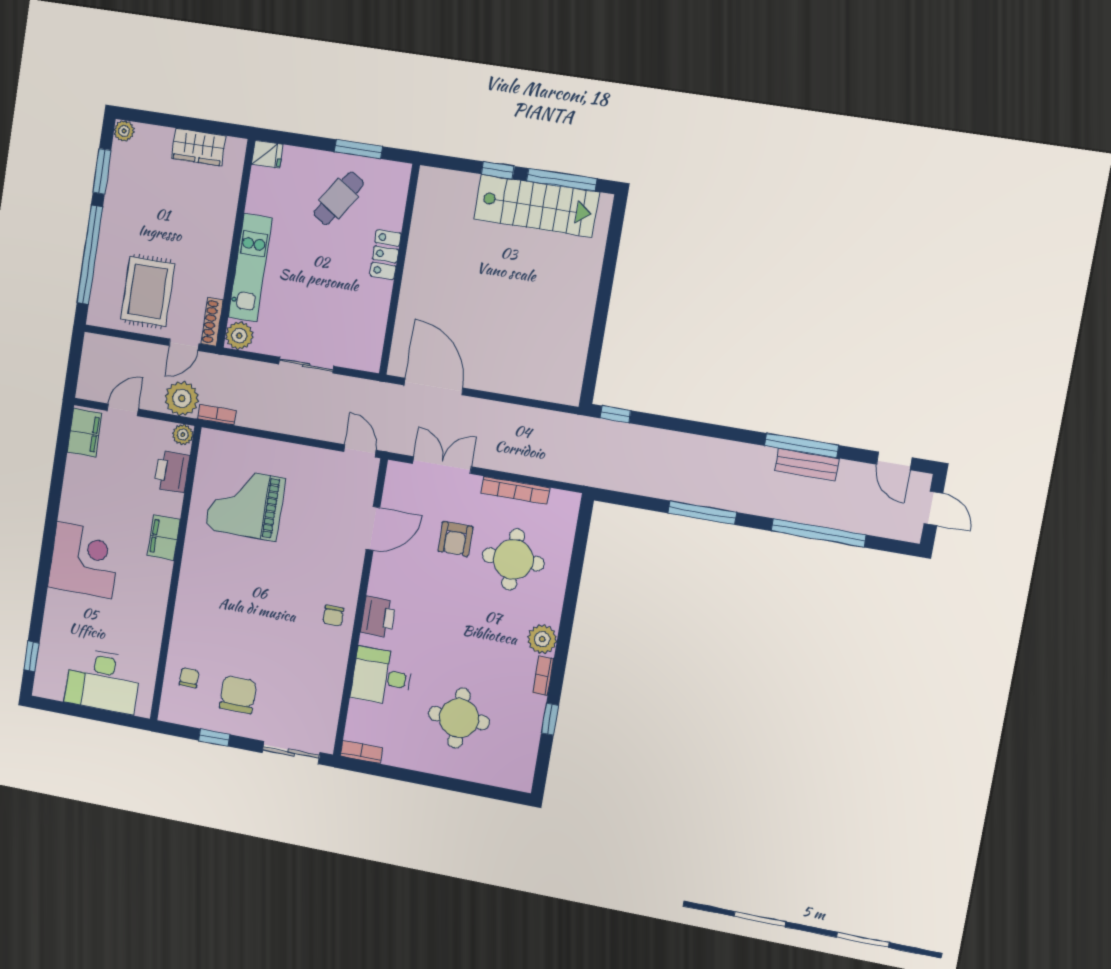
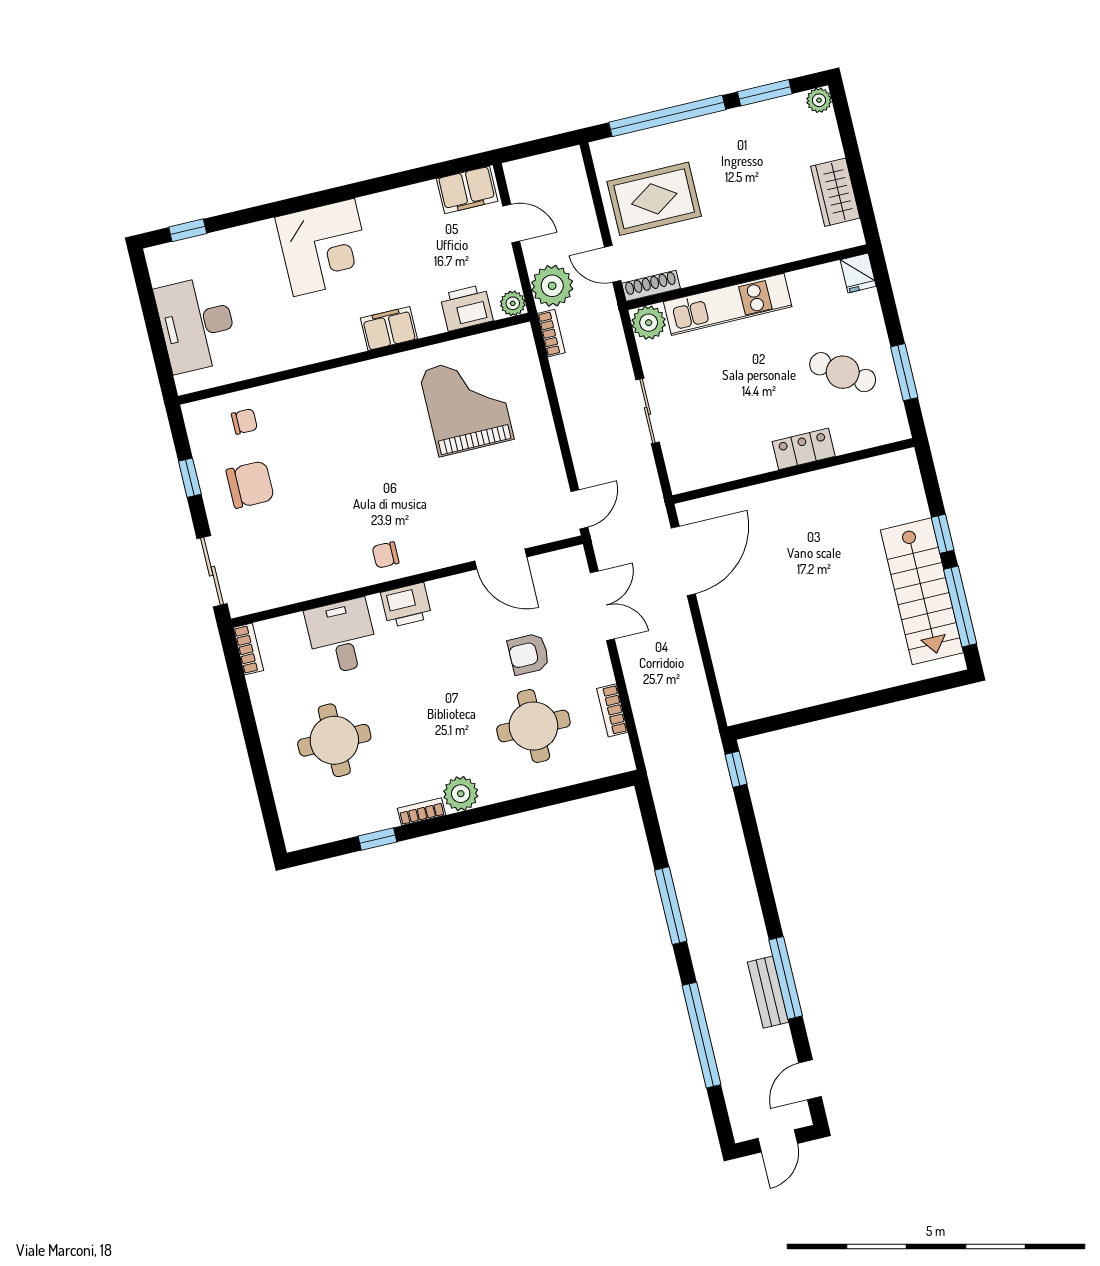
bookcase: (515, 490) -> (612, 710), width x0.64

